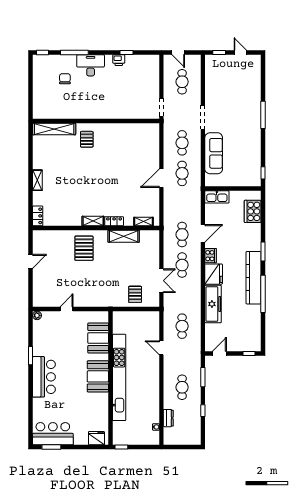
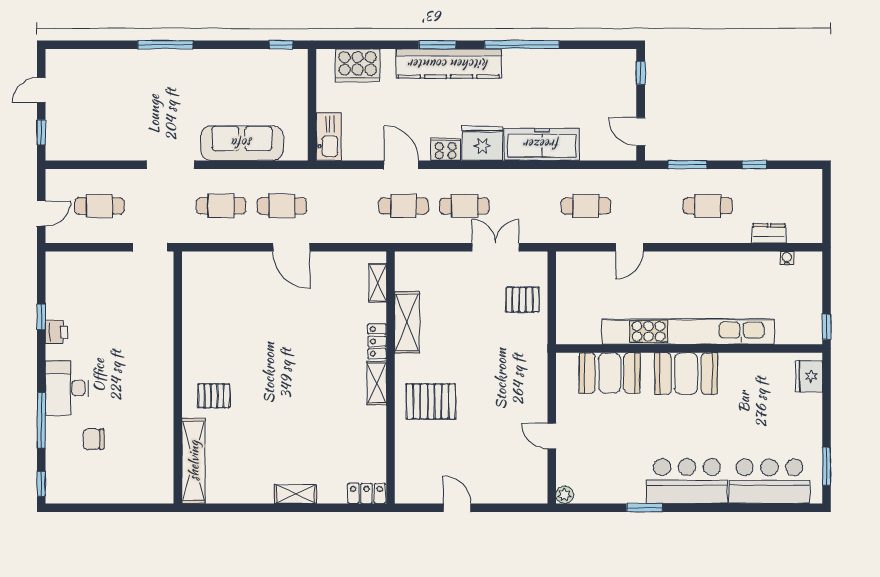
kitchen counter: (254, 278) -> (449, 64), moved
bar counter: (53, 434) -> (769, 481), moved, turned 90

